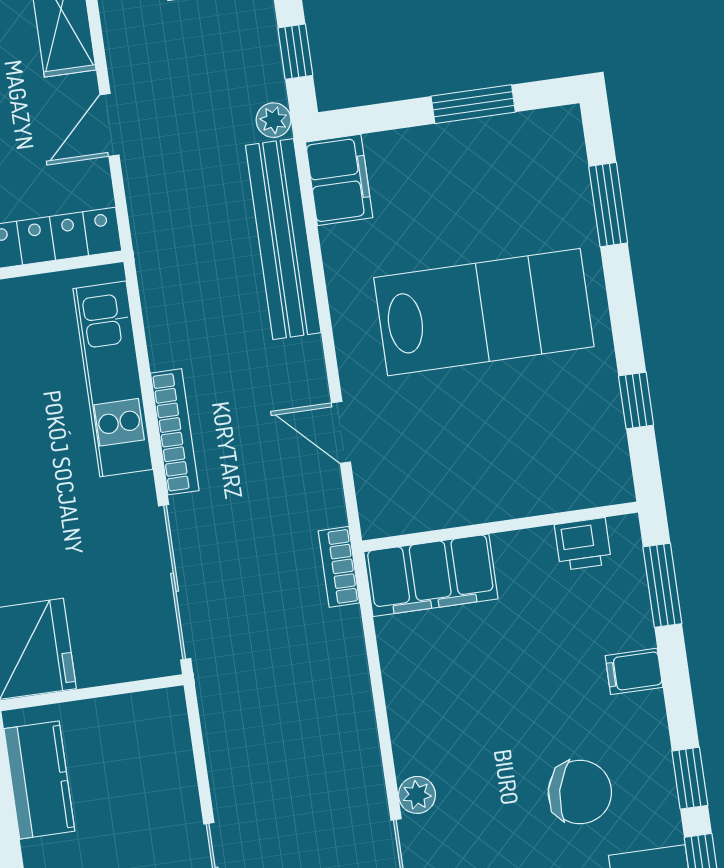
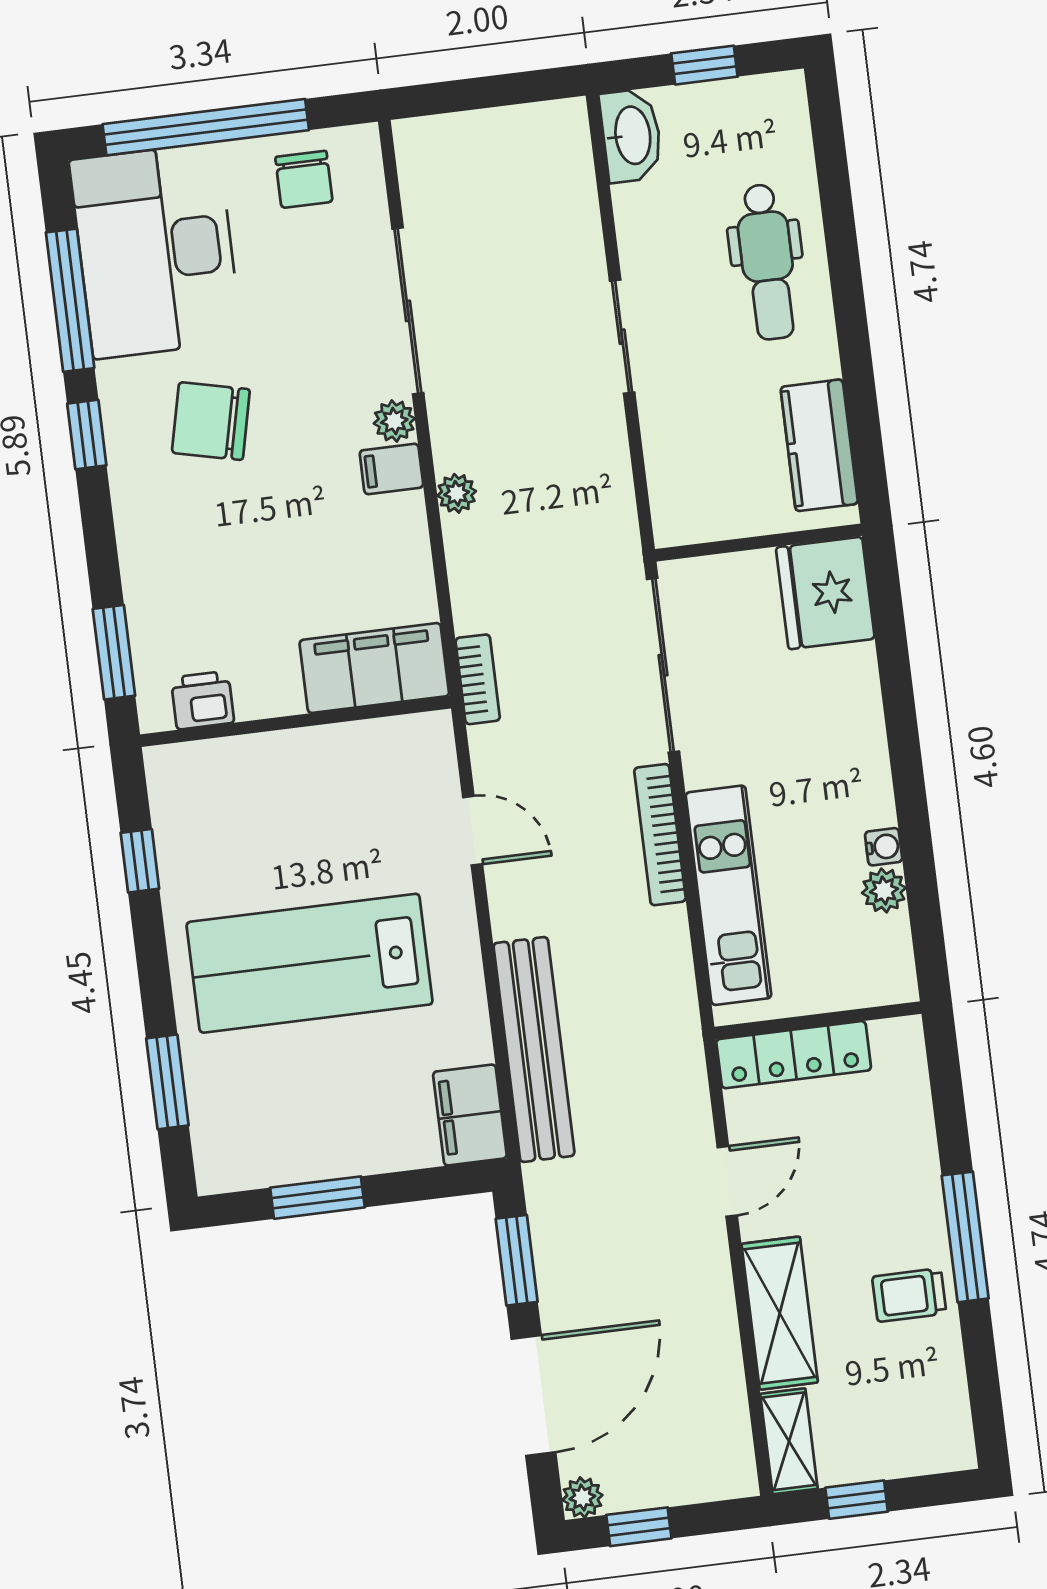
window: (295, 52) -> (517, 1260), width x1.50
plant: (273, 120) -> (457, 493), moved
filing cabinet: (634, 671) -> (391, 469), moved, turned 180

